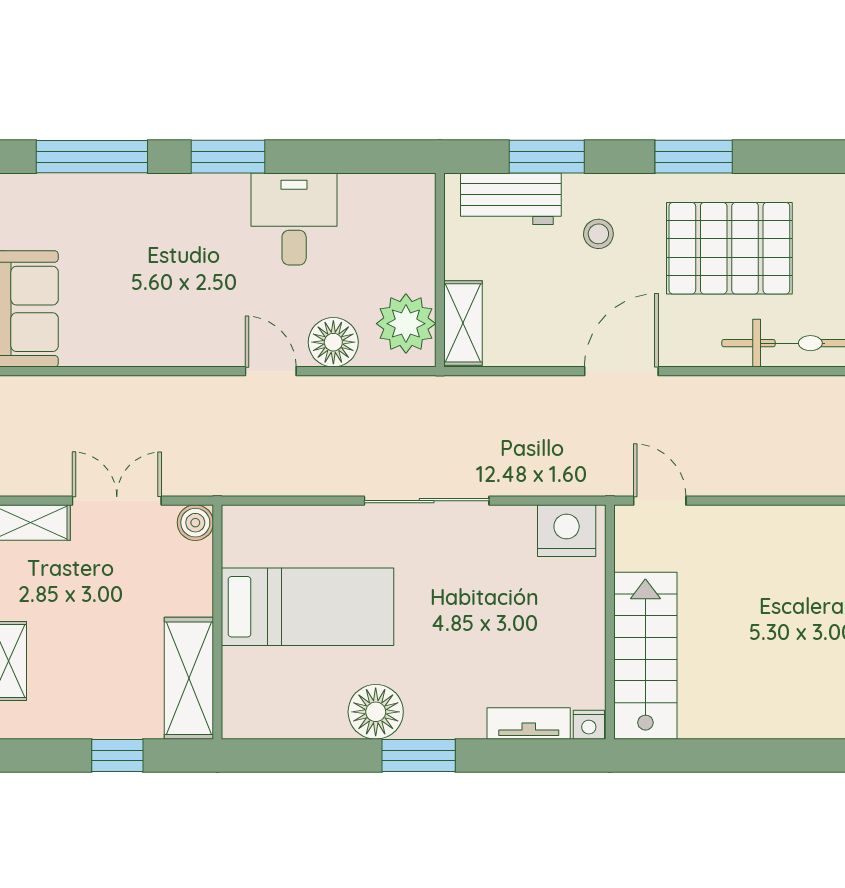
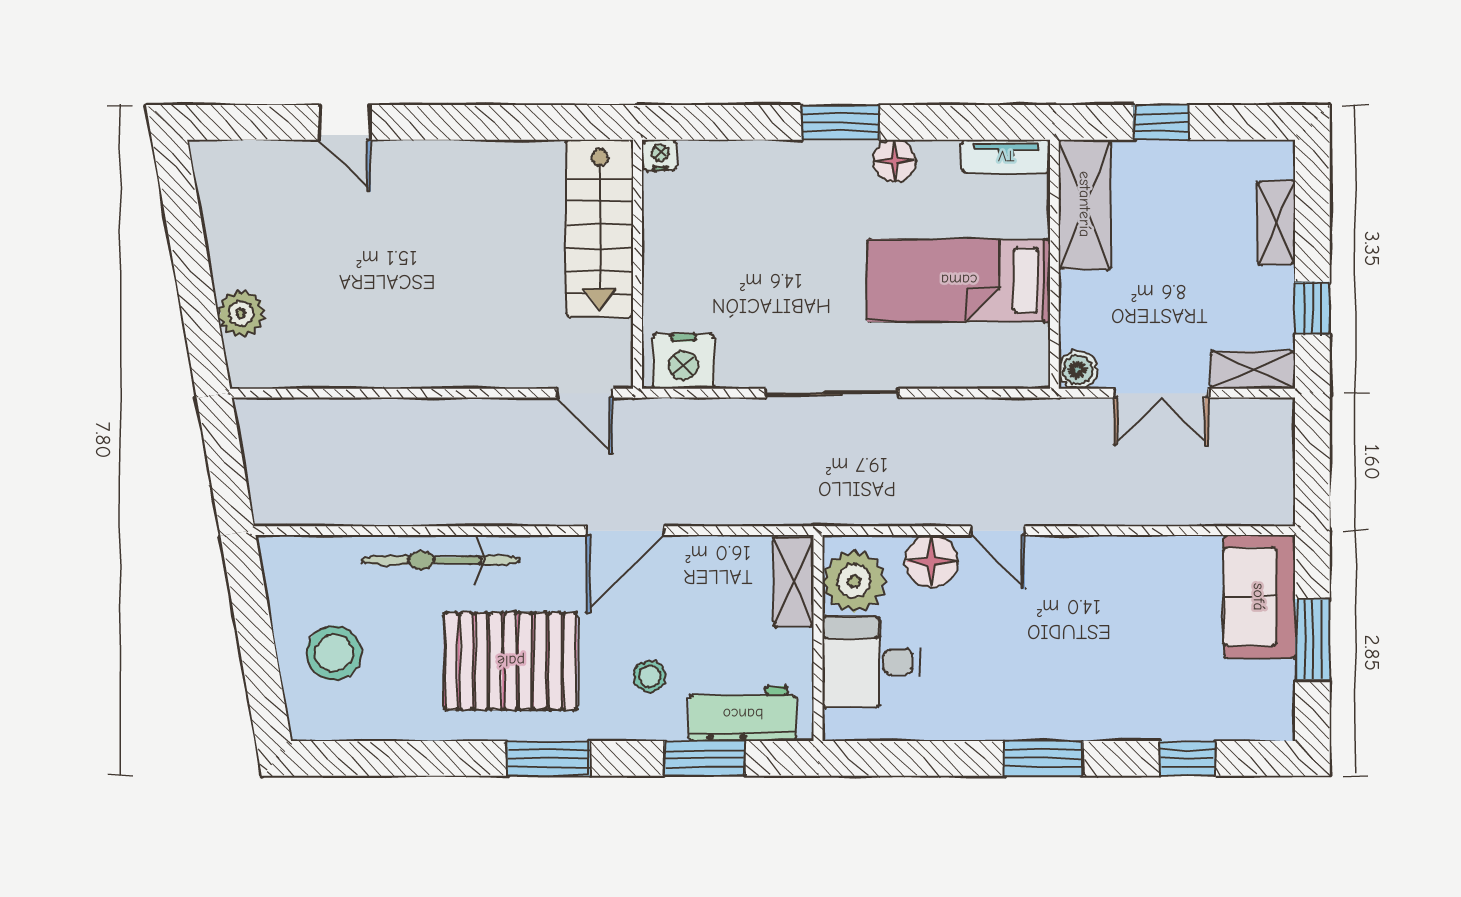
window: (92, 157) -> (1188, 758), width x0.46
desk: (294, 219) -> (871, 662), moved, turned 90
floor lamp: (376, 712) -> (894, 161), width x0.73, depth x0.73
tv unit: (529, 723) -> (1006, 156), moved

